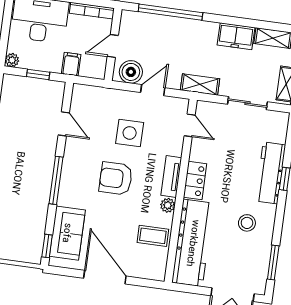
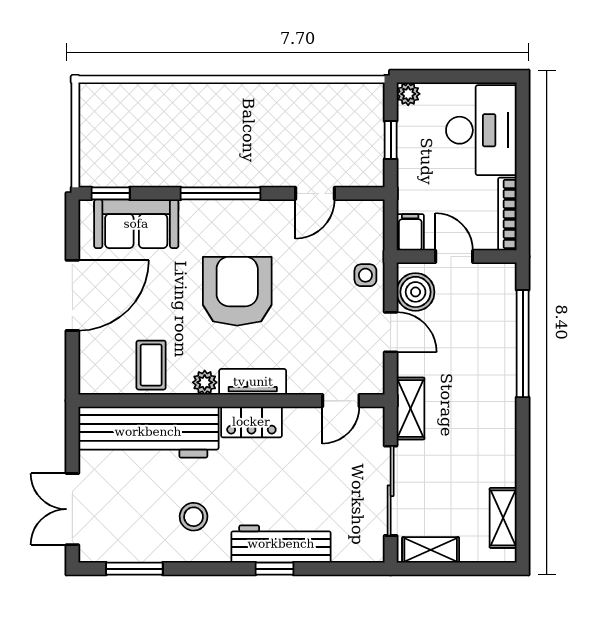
freezer: (236, 36) -> (498, 457), removed
filing cabinet: (71, 64) -> (410, 232), moved, turned -90
sliding door: (248, 103) -> (391, 491), width x1.37
side table: (130, 133) -> (365, 275), moved, width x0.54, depth x0.54
armchair: (116, 178) -> (237, 291), width x1.36, depth x1.36

